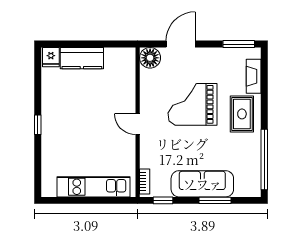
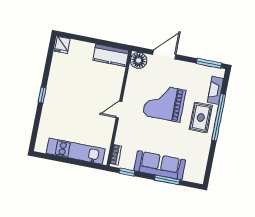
kitchen counter: (82, 58) -> (111, 55), moved
door: (138, 124) -> (119, 110), hinge flipped
window: (264, 160) -> (219, 117), moved

